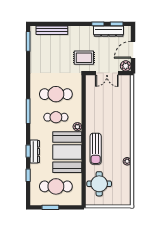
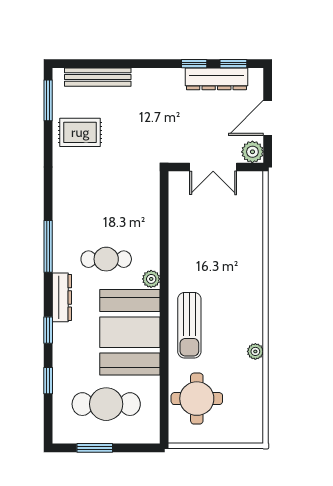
rug: (84, 58) -> (80, 132), moved
cafe table: (56, 94) -> (106, 211), removed
dresser: (35, 152) -> (62, 297), moved

